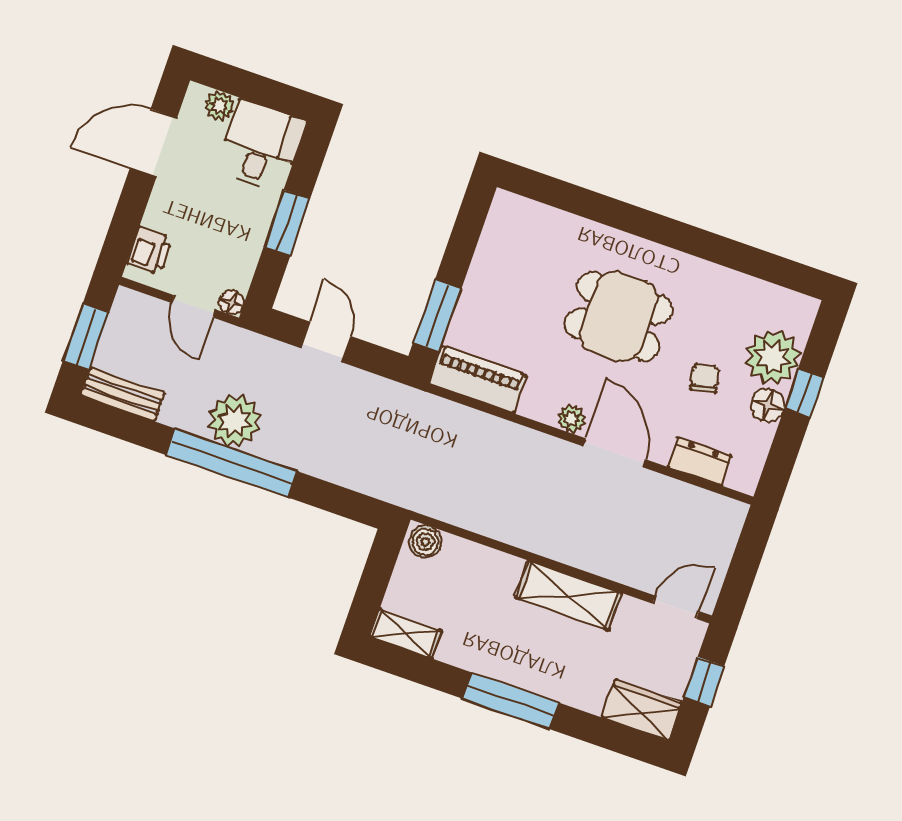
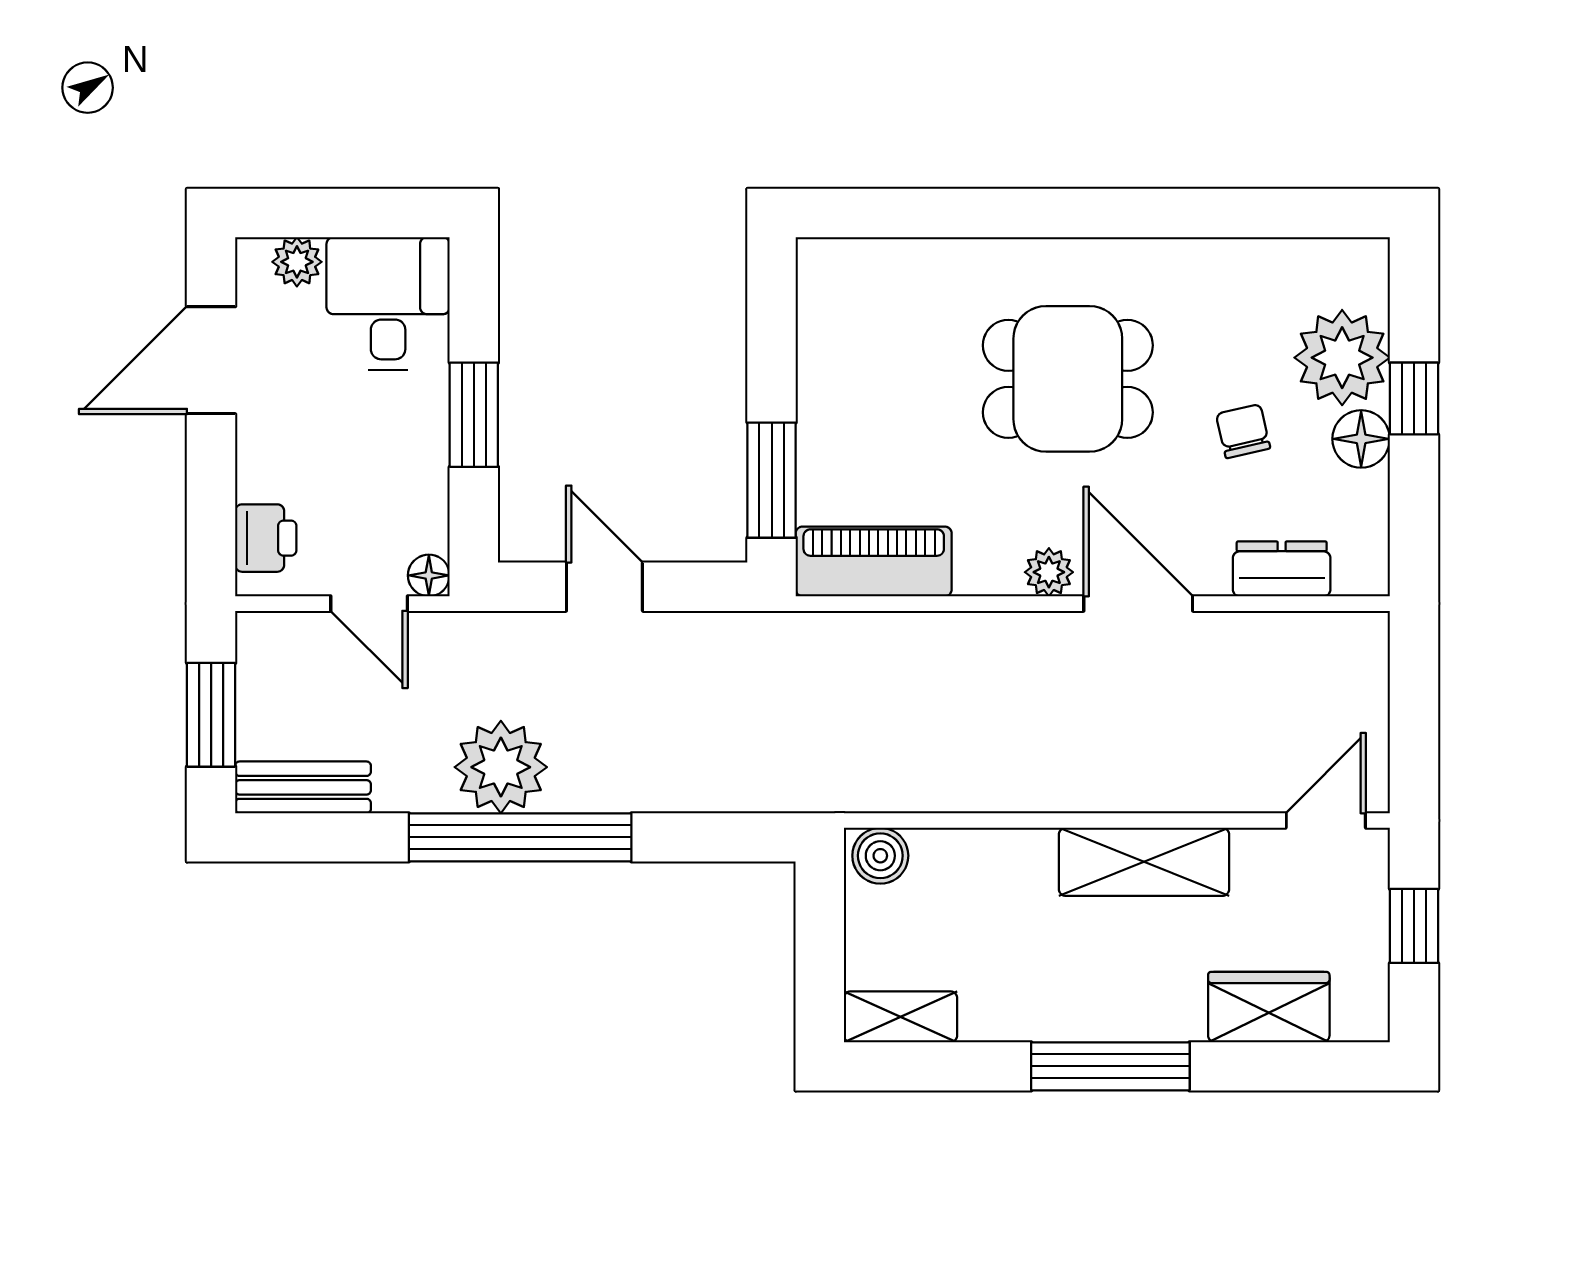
wardrobe: (642, 710) -> (1269, 1007), moved

